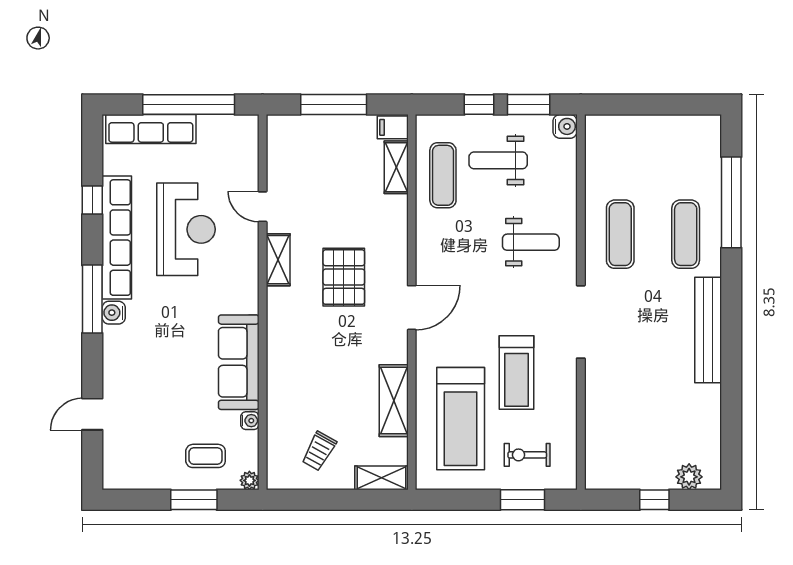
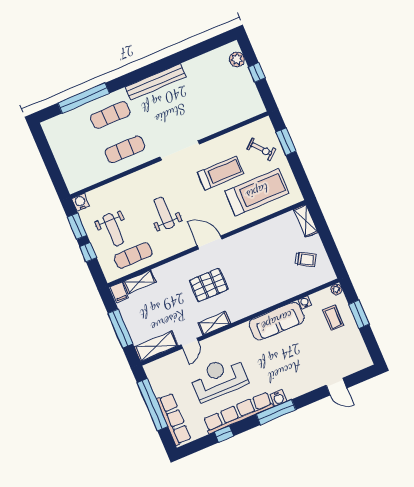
weight bench: (531, 242) -> (164, 213), moved
shelving: (394, 401) -> (156, 346), moved
exercise bike: (527, 455) -> (261, 149), turned -41

